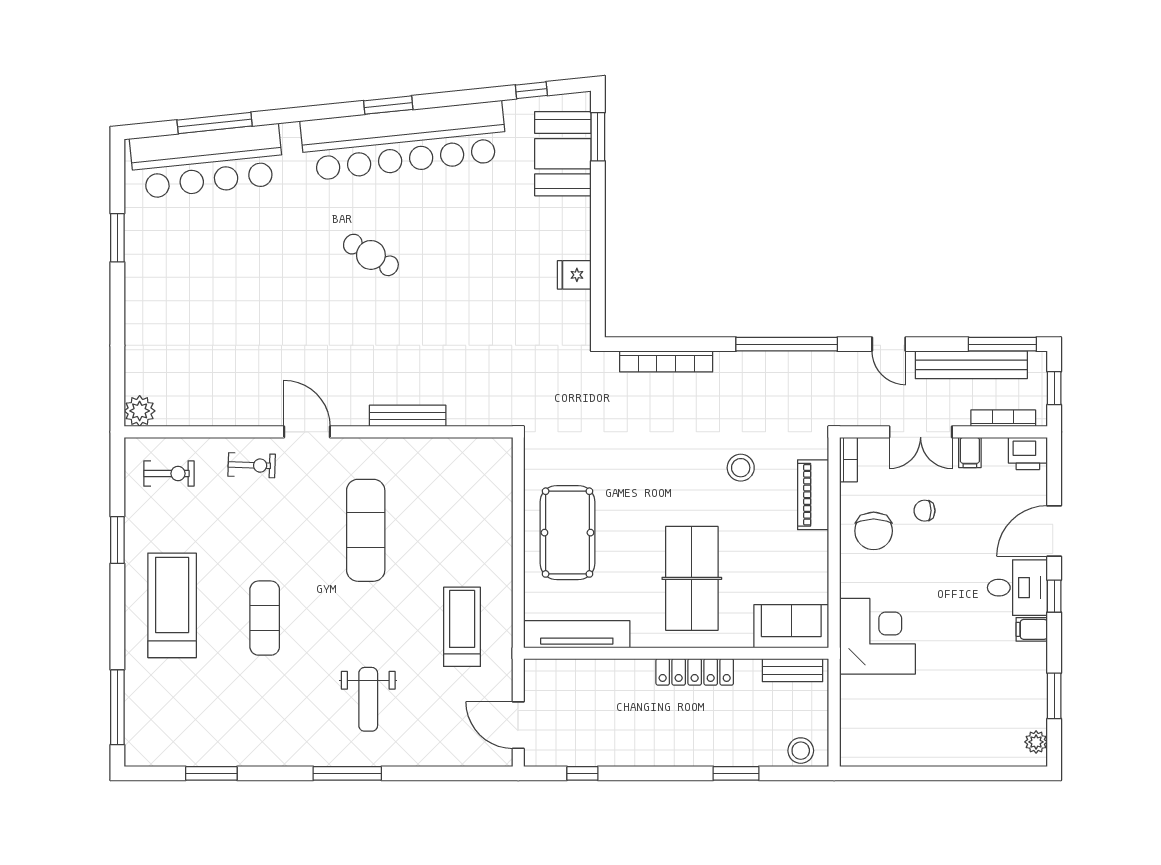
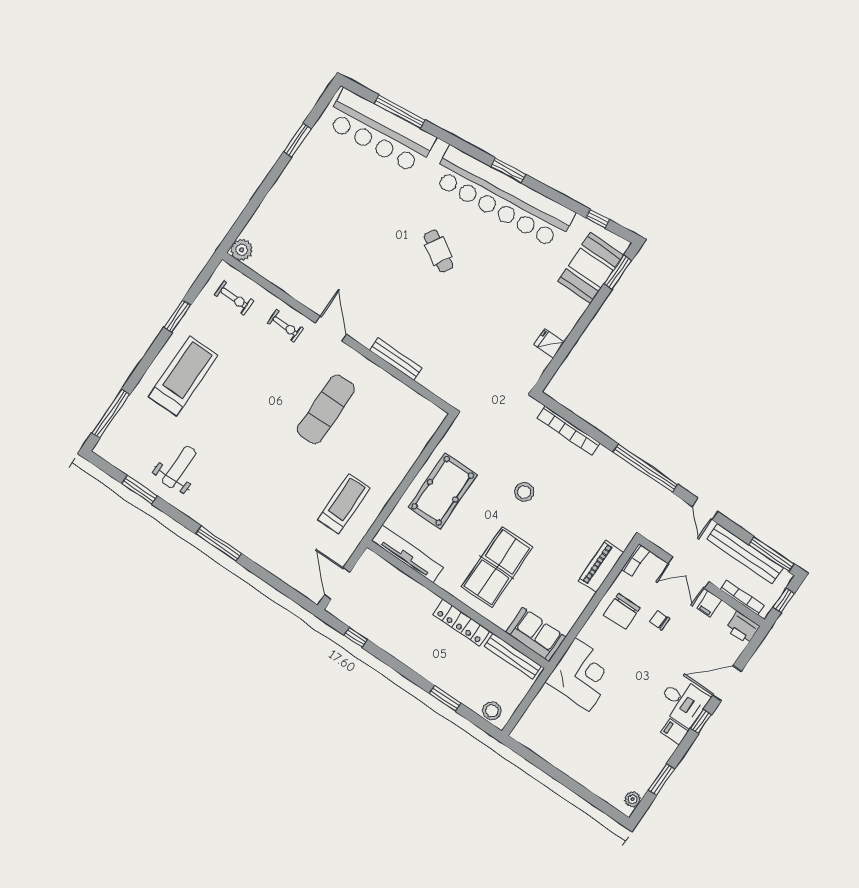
stool: (741, 468) -> (524, 492), moved
exercise mat: (265, 618) -> (232, 420), removed
bench: (793, 670) -> (513, 656), width x1.36
weight bench: (368, 699) -> (179, 467), moved, turned 180

